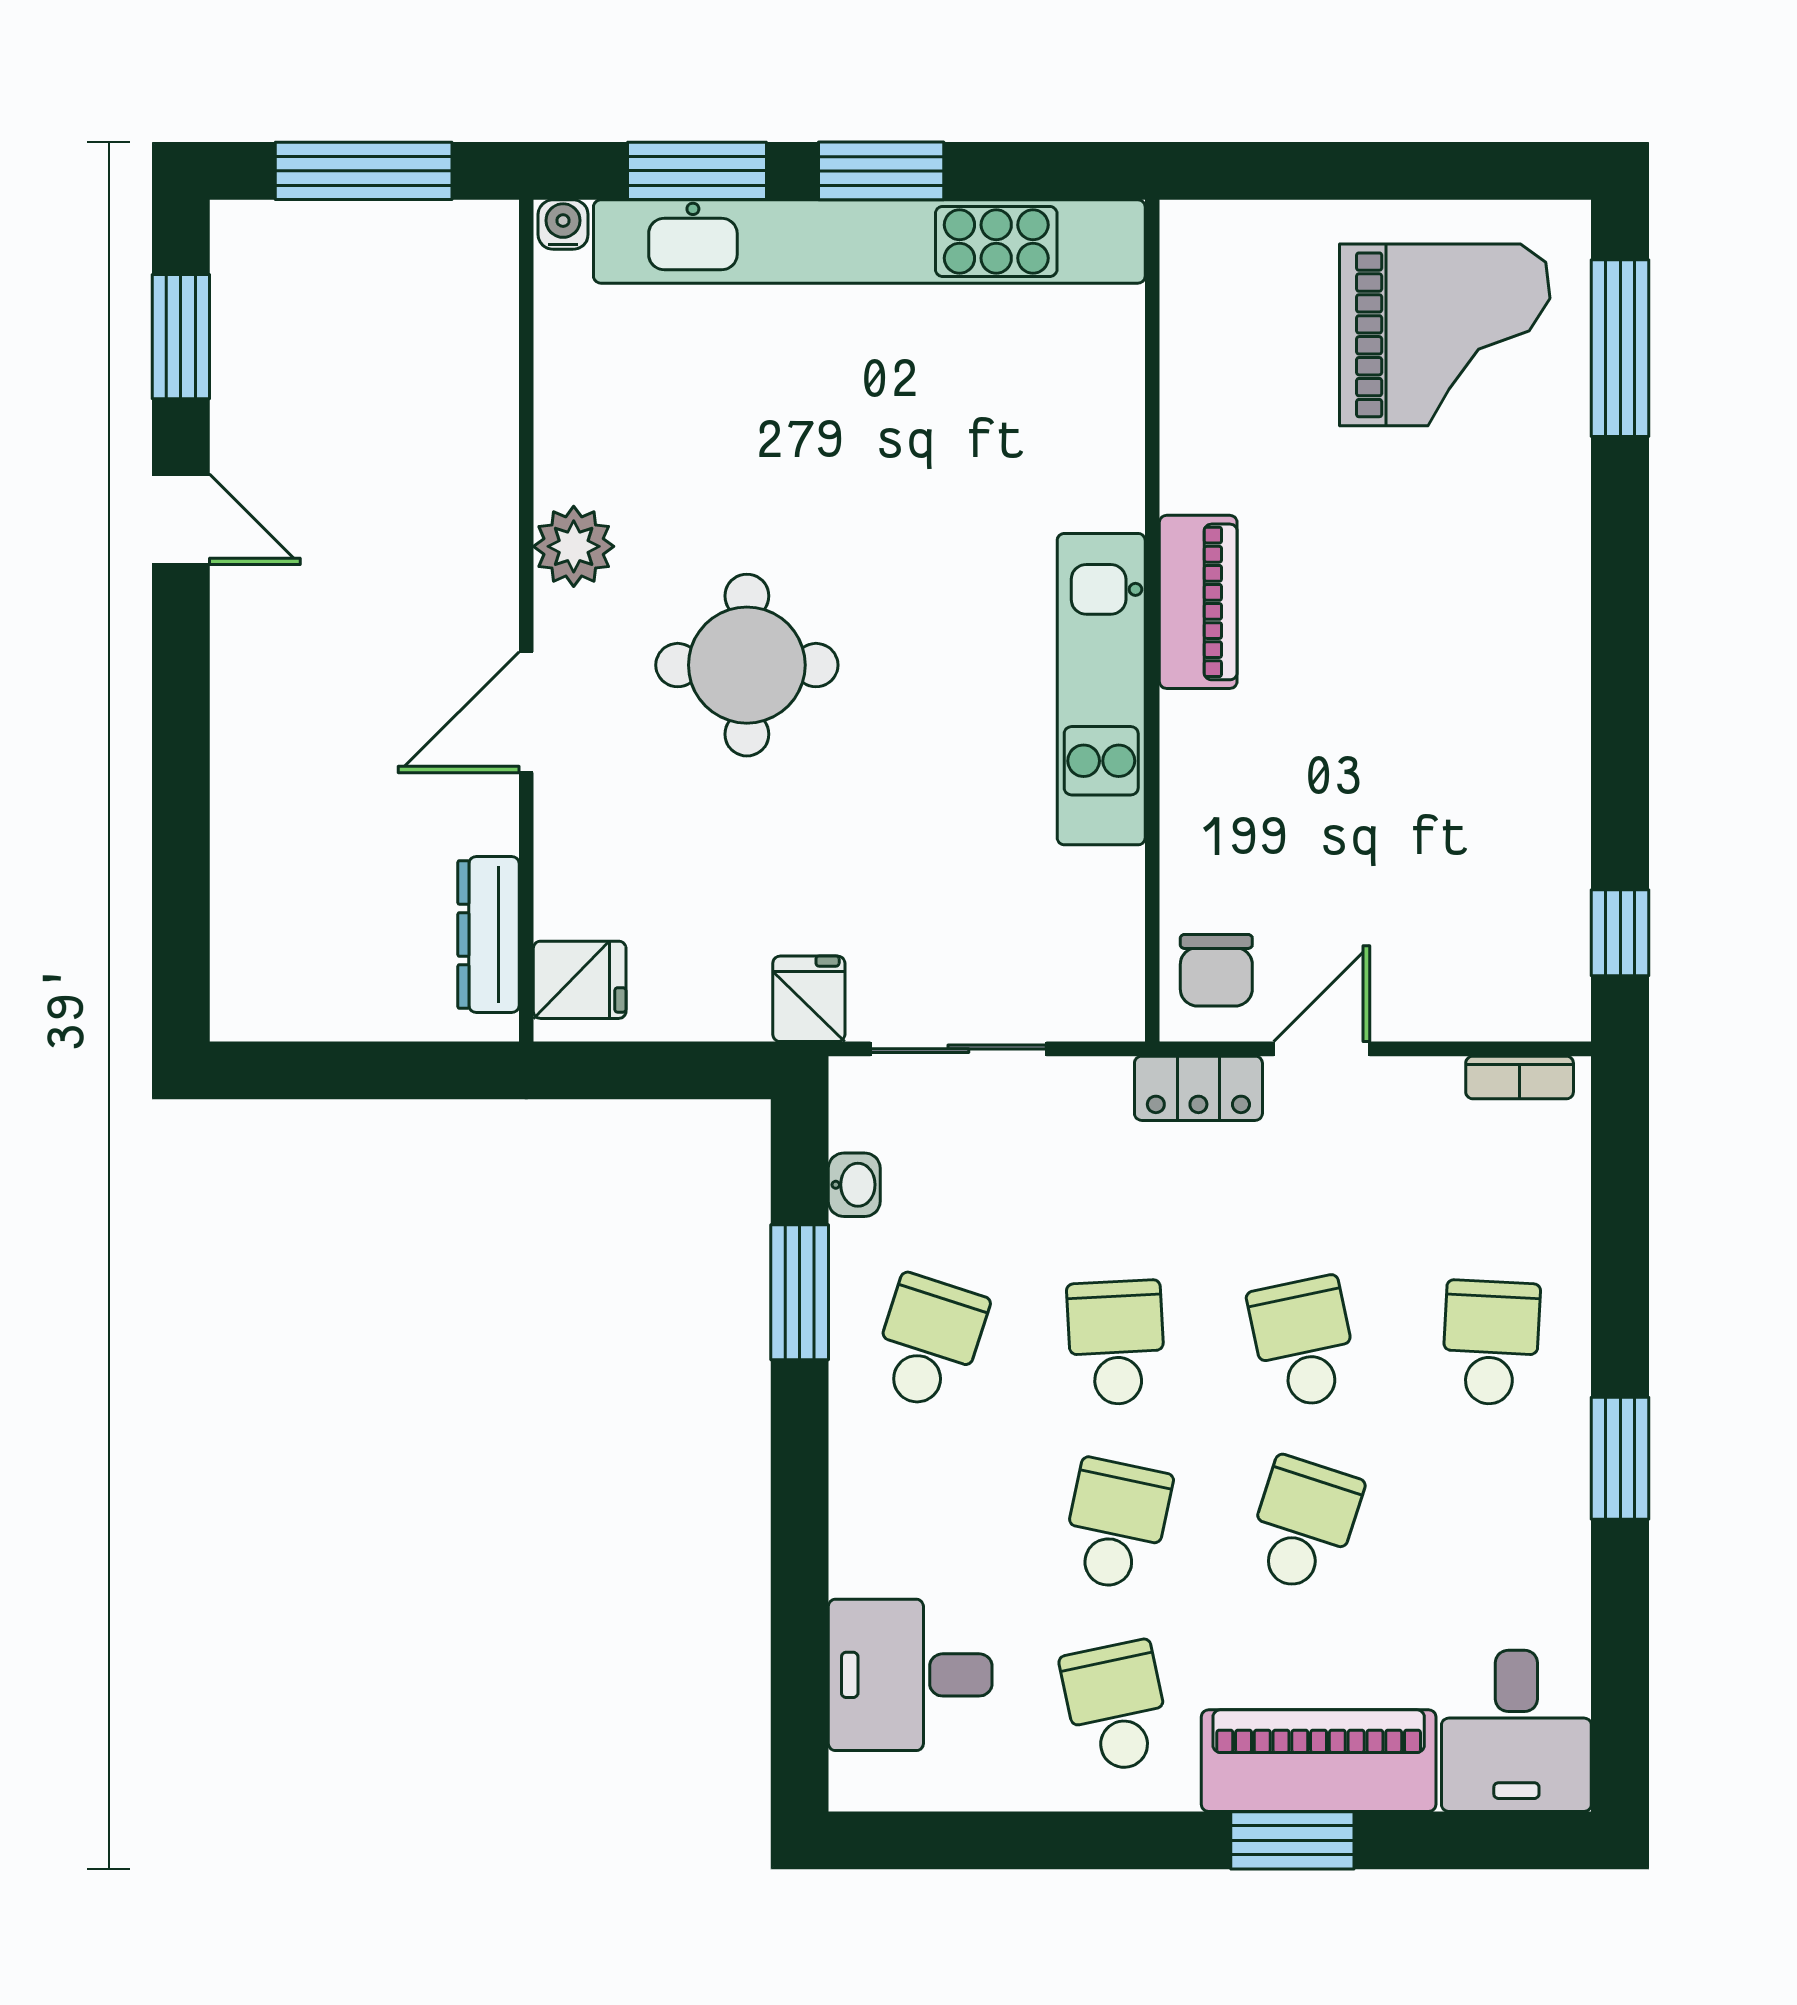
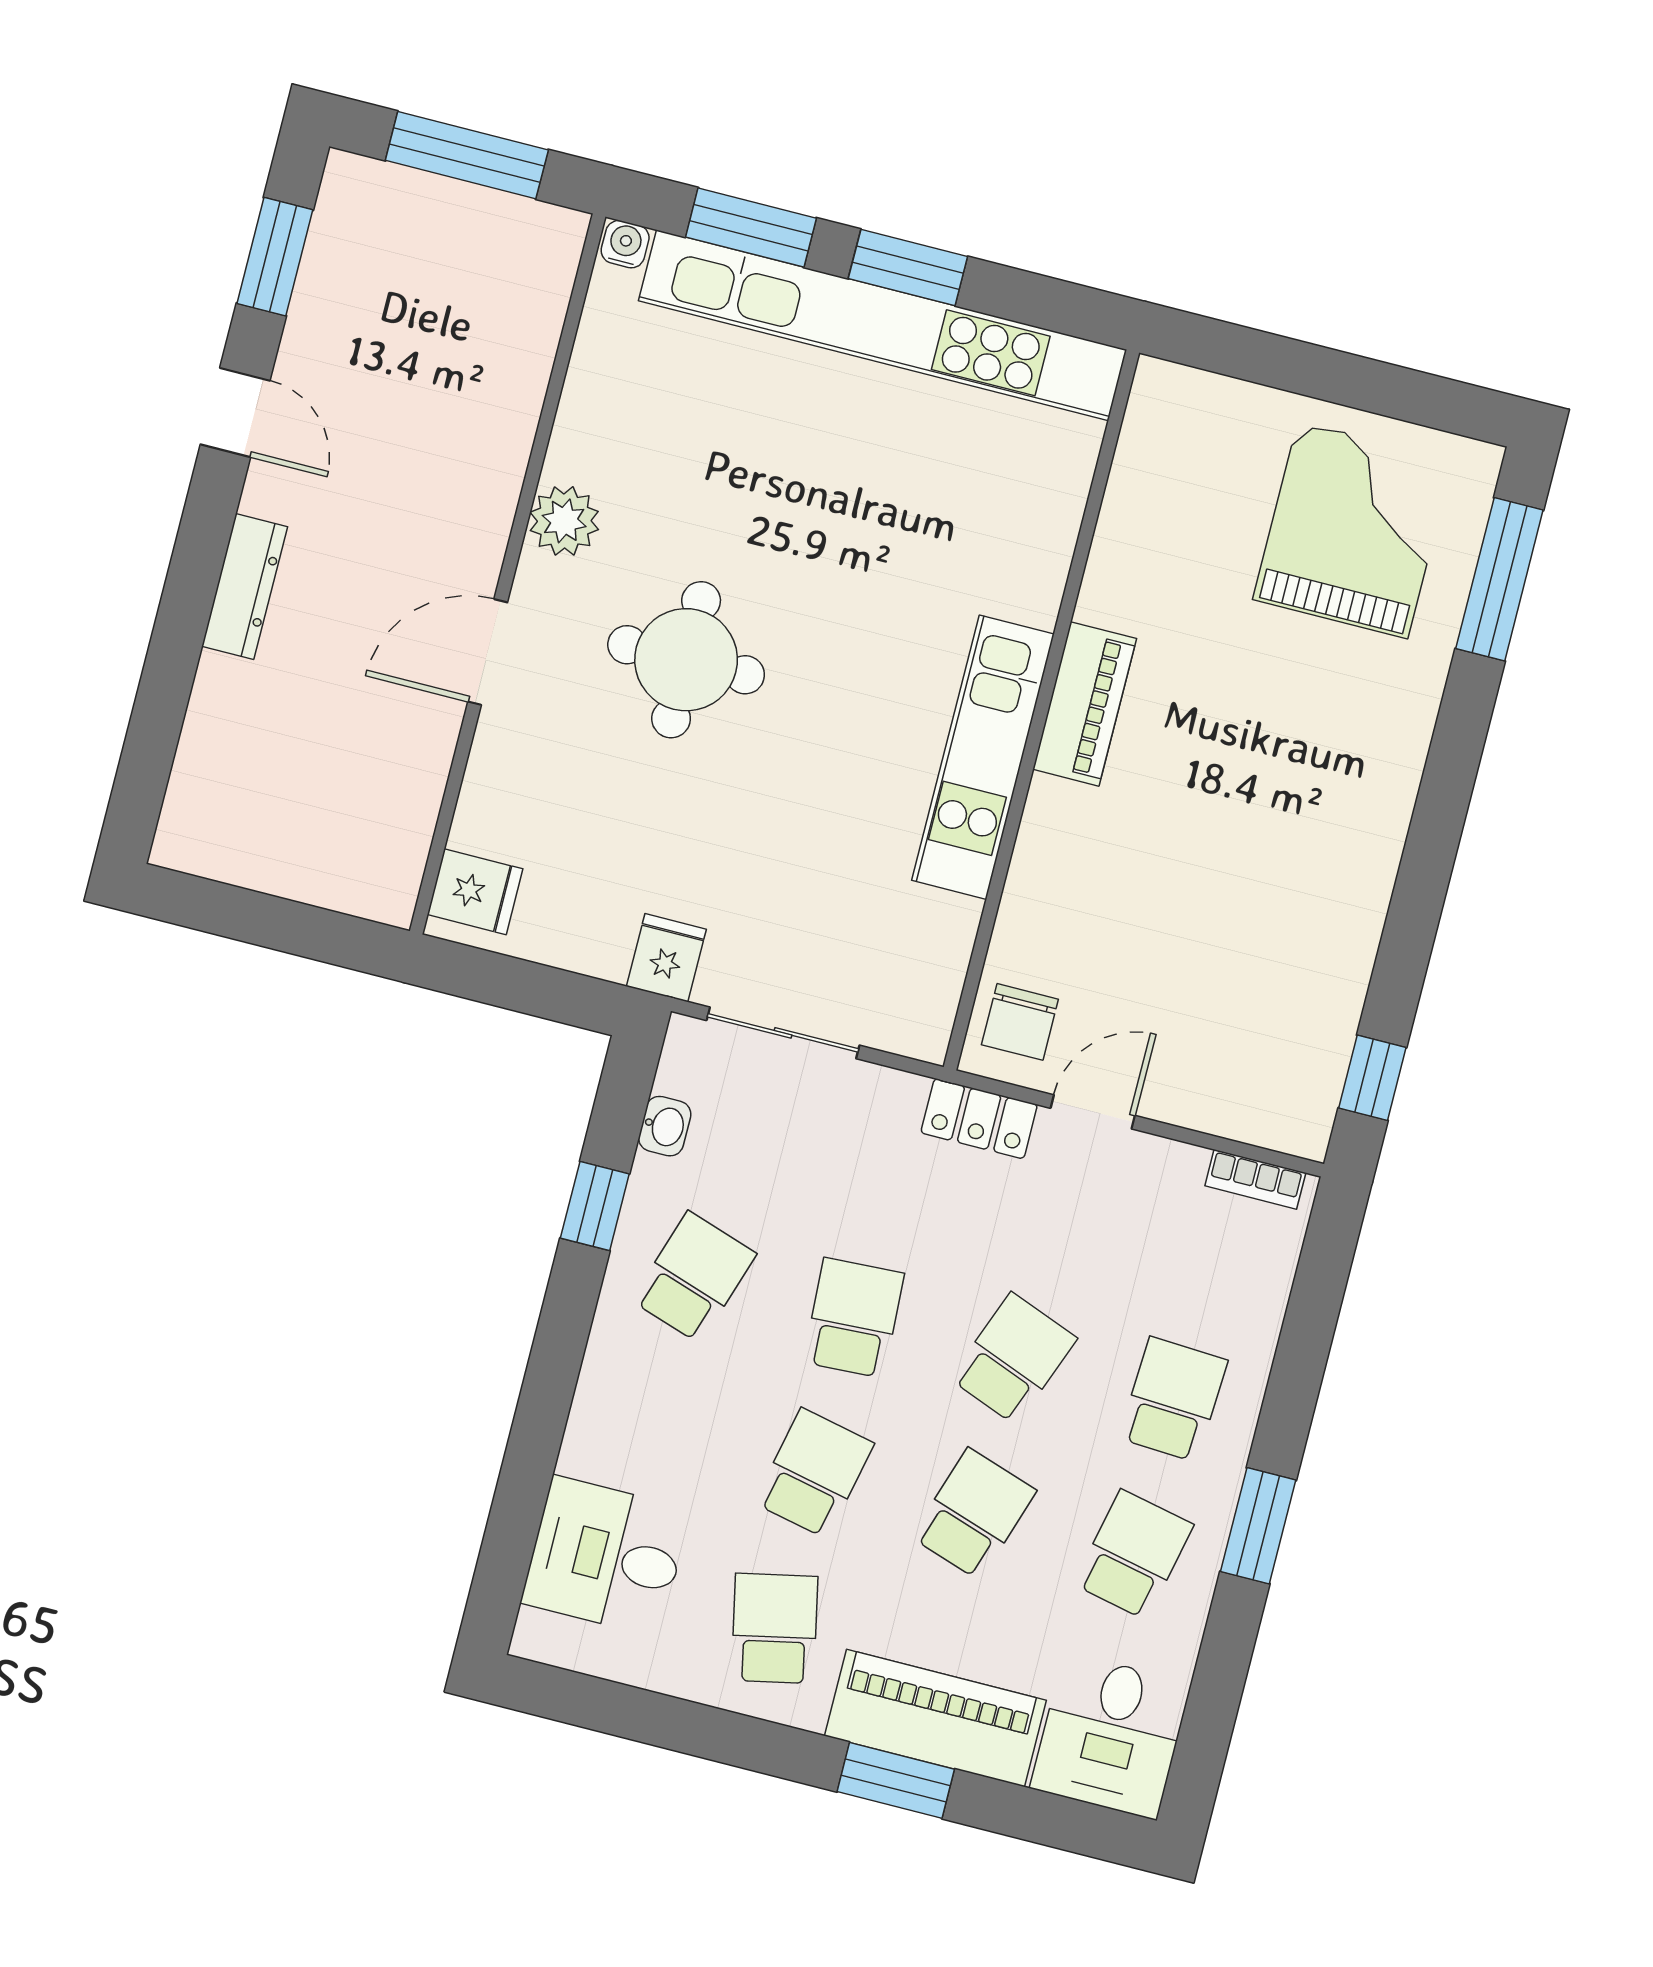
grand piano: (1445, 335) -> (1353, 530), turned -90
dresser: (489, 934) -> (245, 587), moved, turned 180
window: (800, 1292) -> (595, 1206), width x0.67
school desk: (1304, 1343) -> (1013, 1358), turned 33
school desk: (1491, 1525) -> (1134, 1555), added

